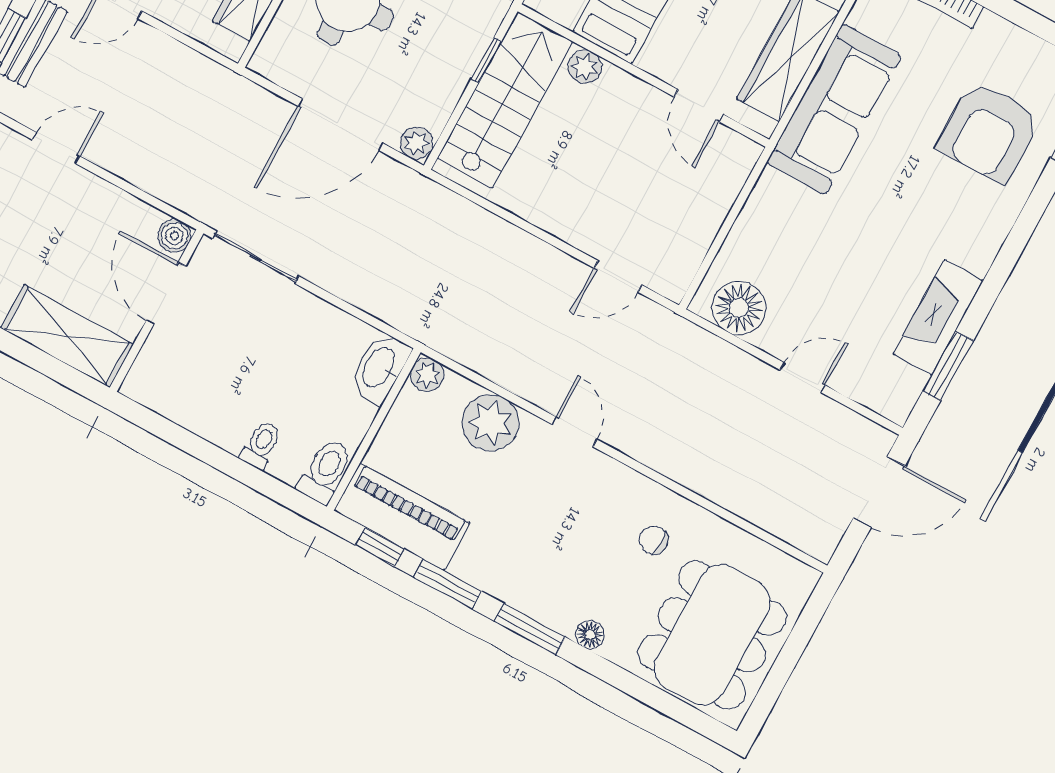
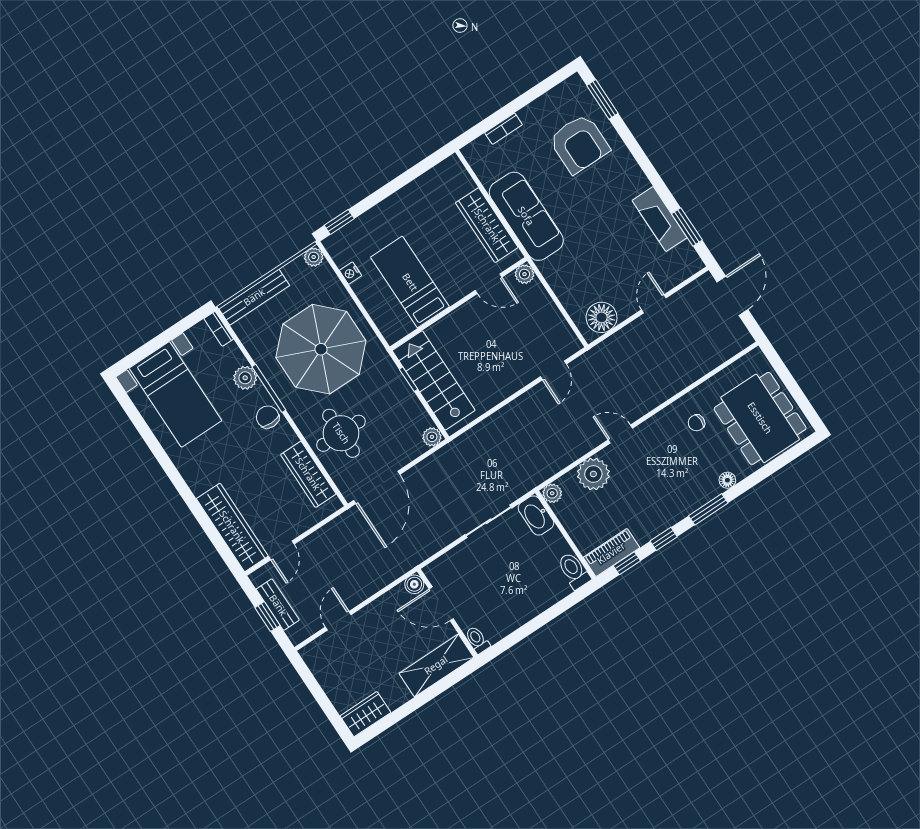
plant: (585, 67) -> (524, 274), moved
door: (340, 125) -> (377, 487), moved
sliding door: (256, 257) -> (488, 521), moved
toilet: (261, 445) -> (477, 640), moved
piano: (402, 517) -> (611, 553), width x0.73, depth x0.75
window: (448, 584) -> (664, 539), width x0.67

